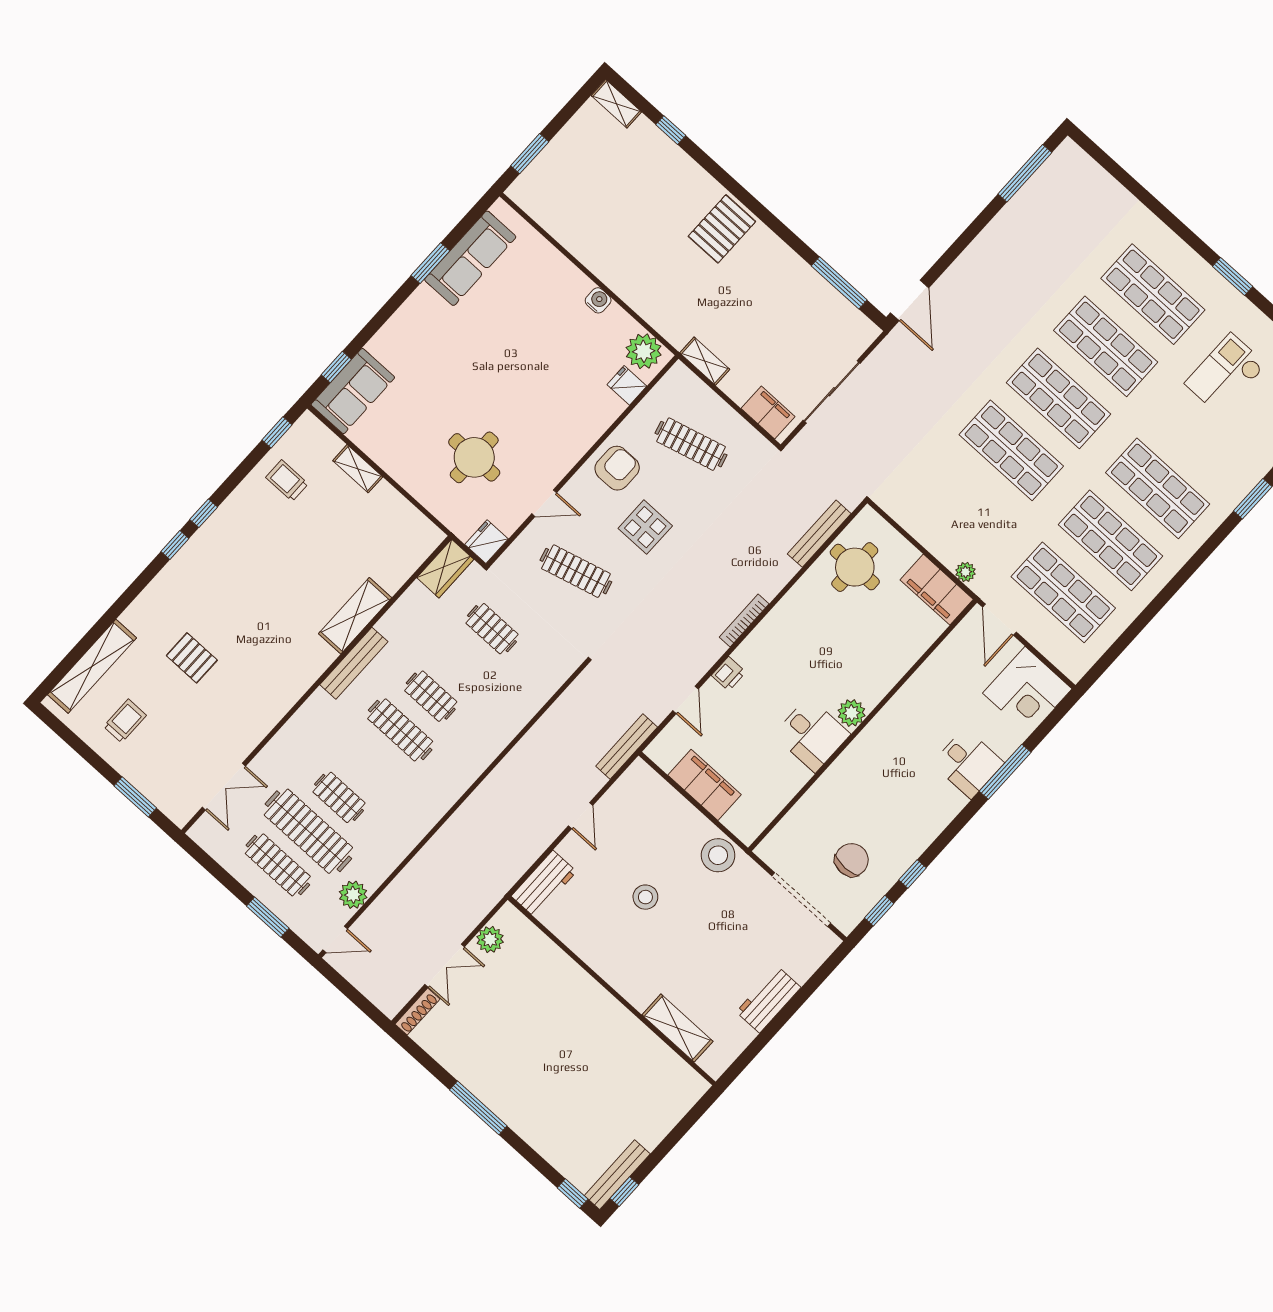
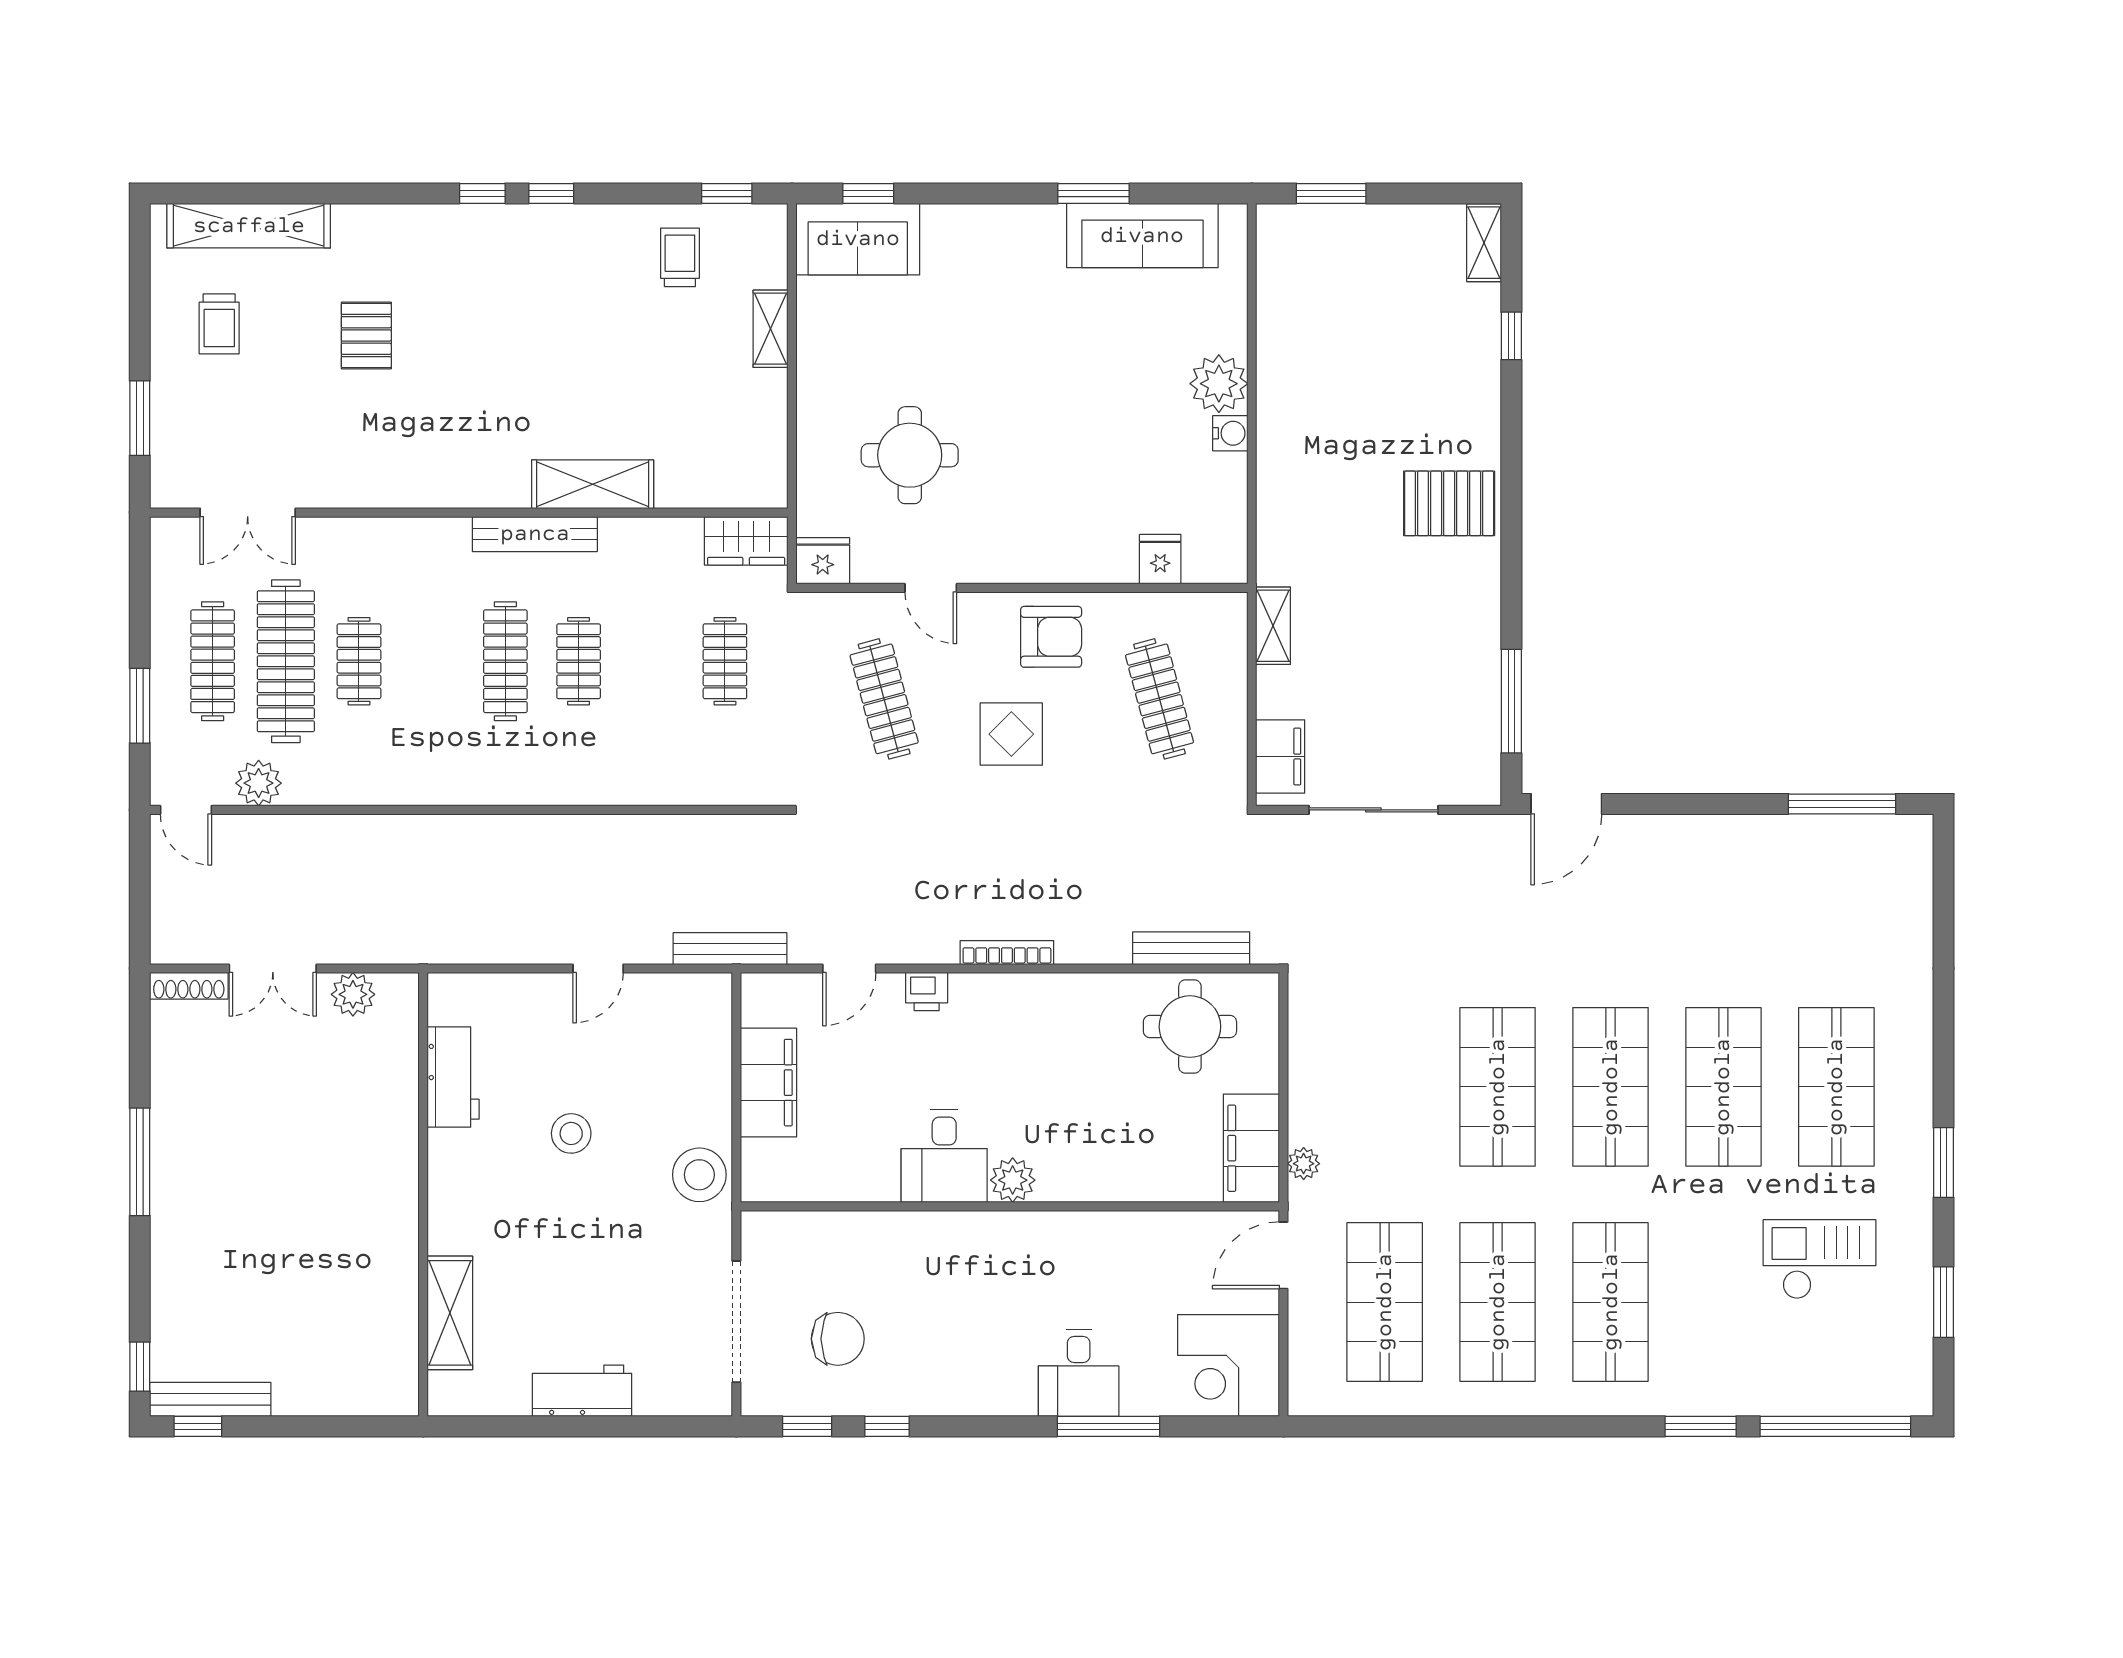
plant: (644, 351) -> (1219, 384), moved
trolley: (125, 721) -> (219, 324), turned 90
workbench: (544, 884) -> (453, 1077), moved, turned -90

